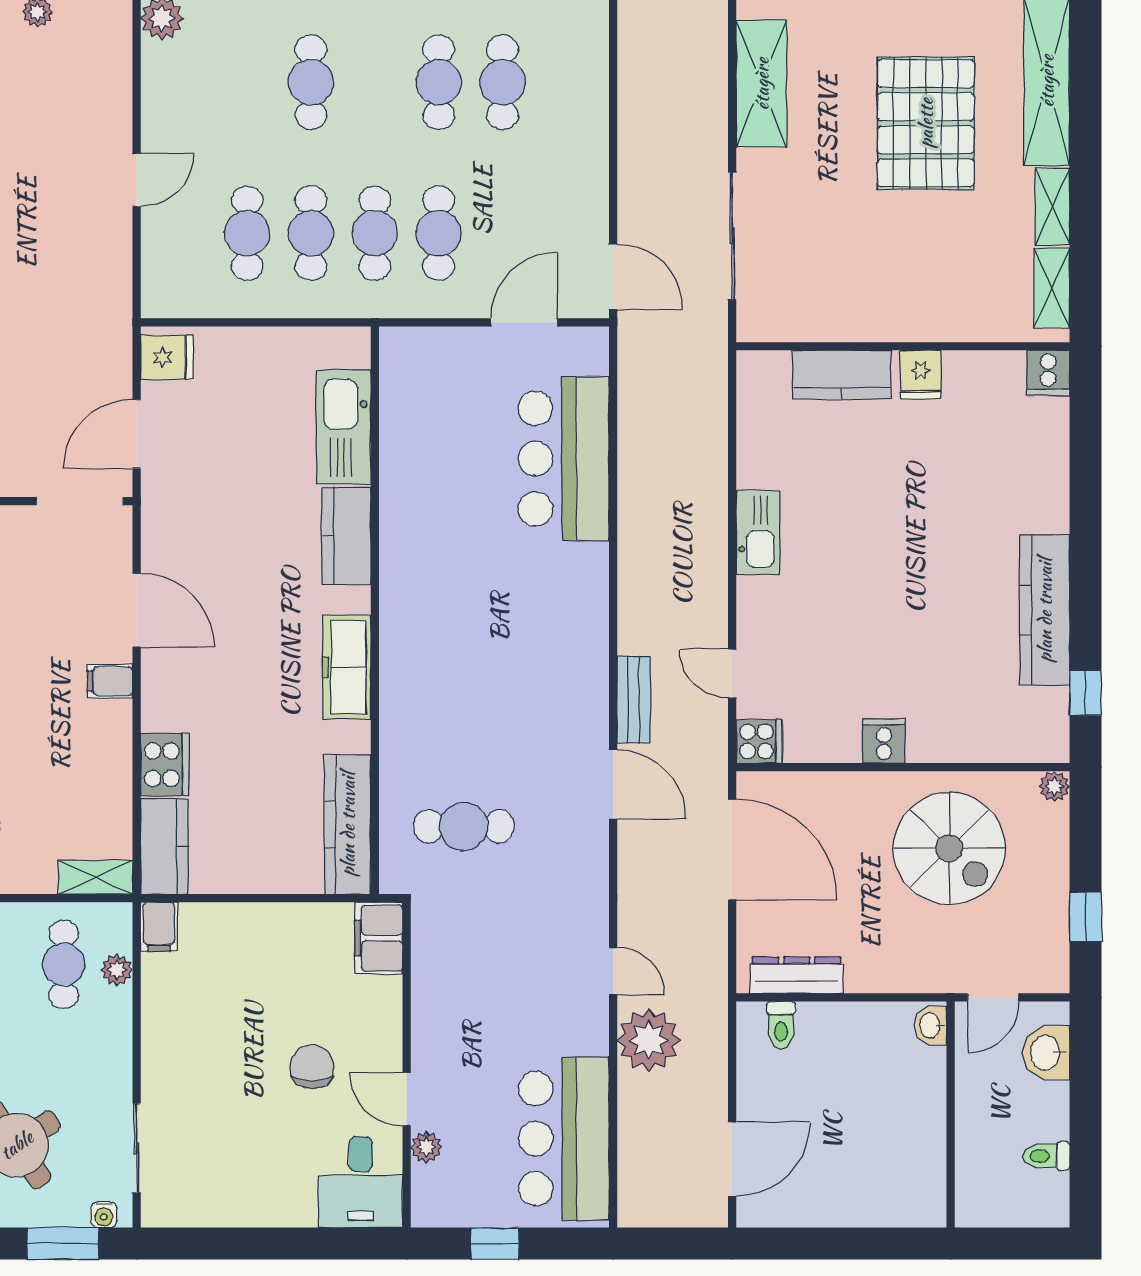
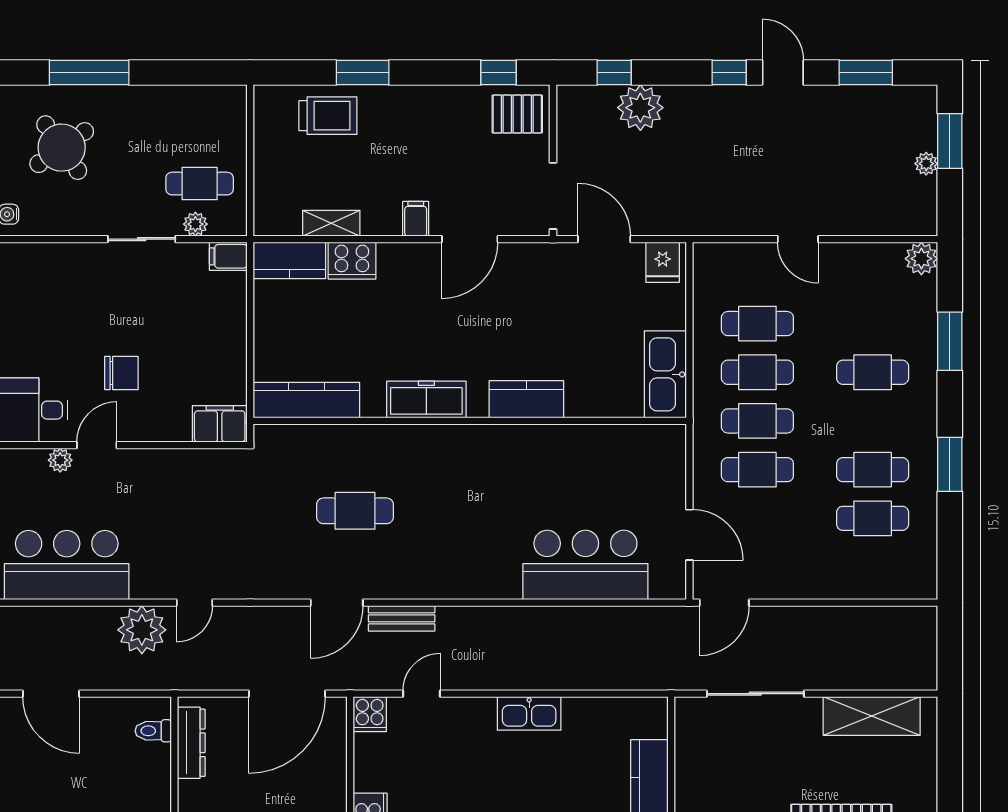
kitchen sink: (343, 427) -> (665, 374), moved, turned -90
cafe table: (464, 826) -> (355, 511), moved, turned 90
shelving: (95, 877) -> (331, 223), moved, turned 90
sliding door: (137, 1148) -> (142, 239), moved

